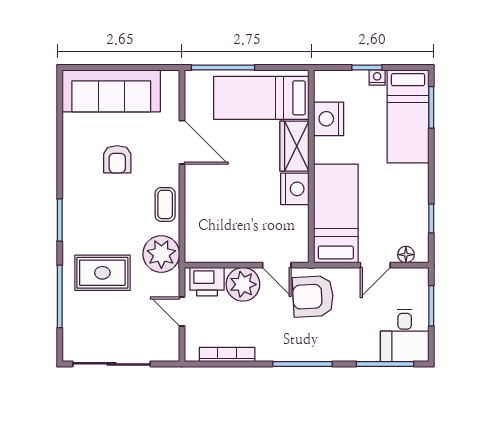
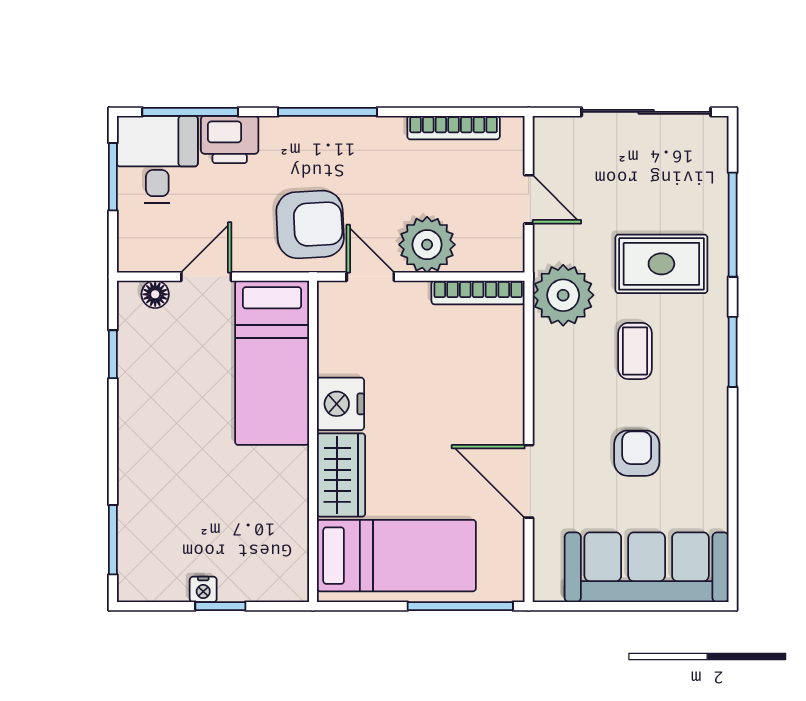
bed: (408, 116) -> (152, 525), removed
nightstand: (329, 119) -> (284, 521), removed
coffee table: (165, 204) -> (635, 351), moved
bookcase: (212, 256) -> (478, 292), added
printer: (207, 282) -> (230, 140), moved, turned 180
window: (431, 306) -> (113, 177), moved

